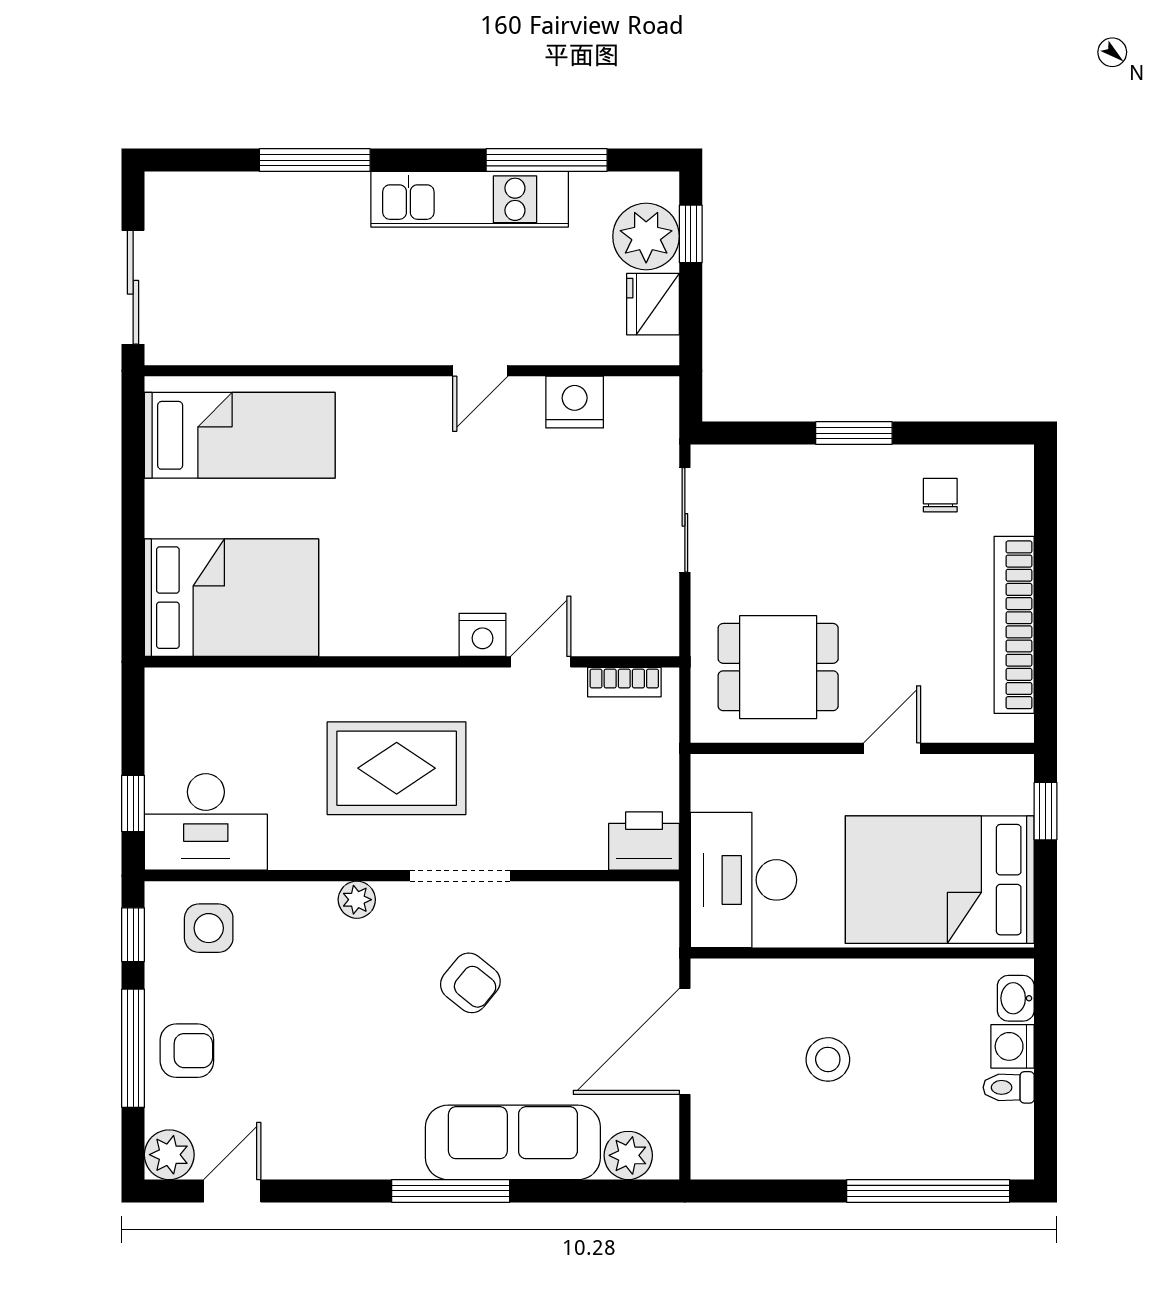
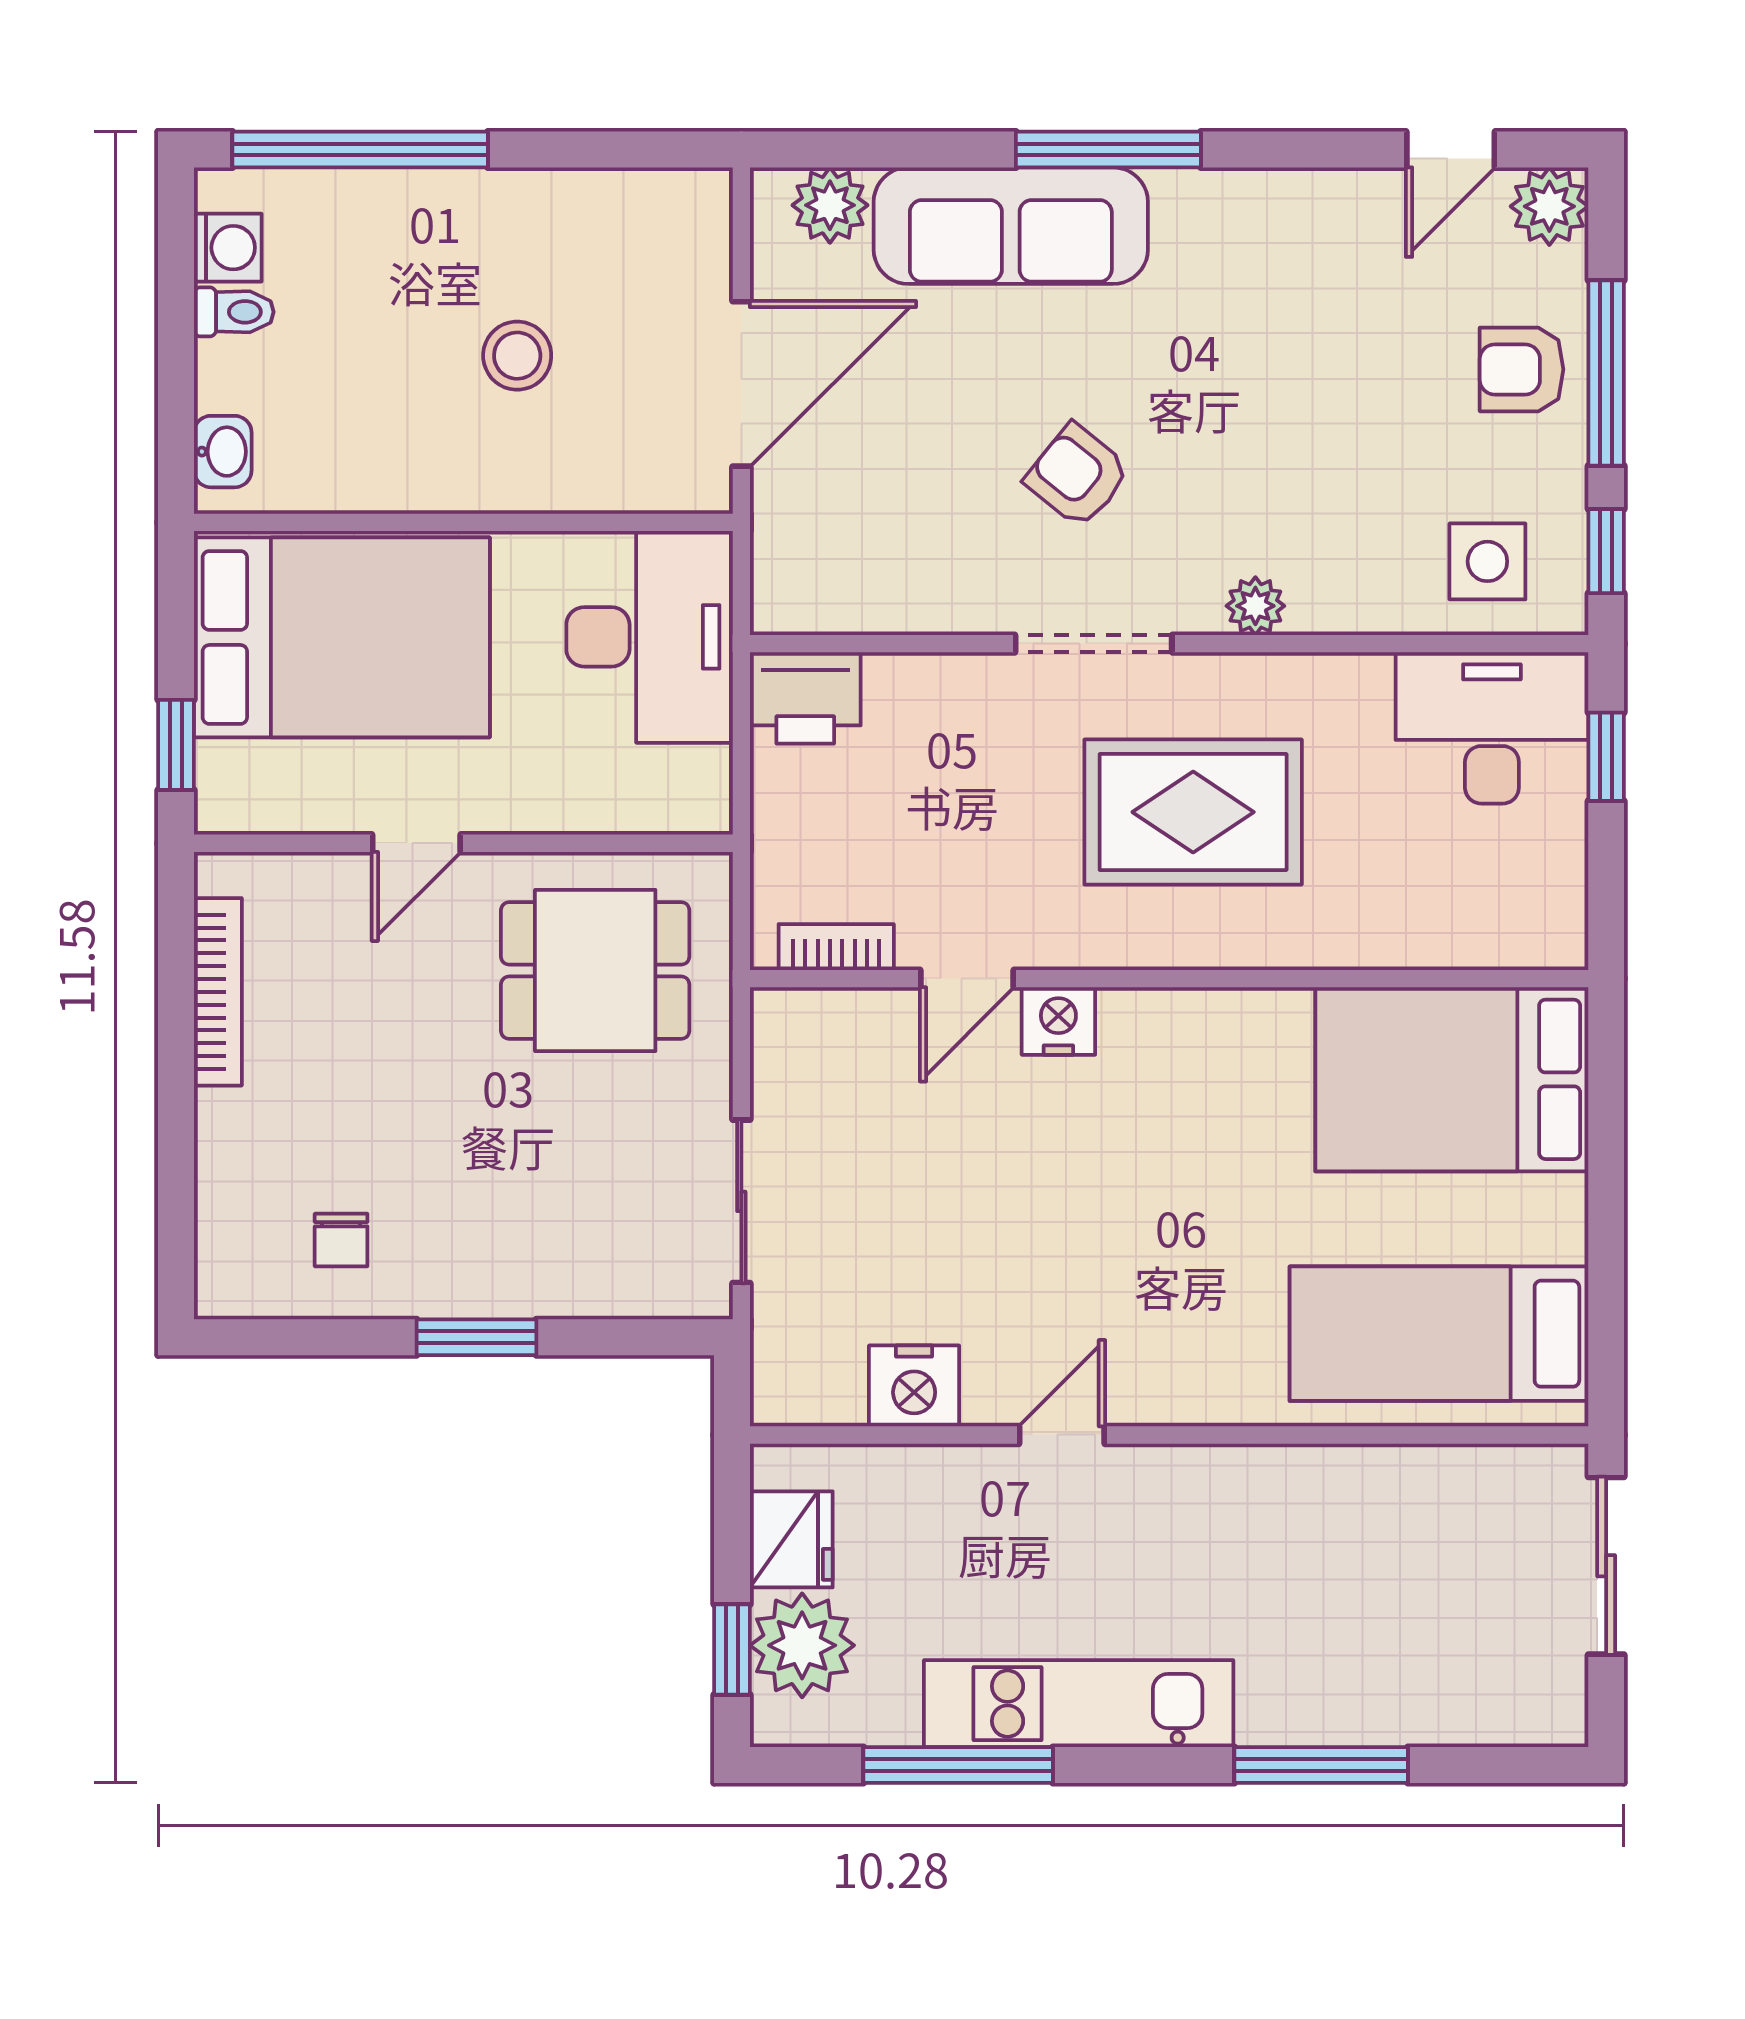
bookcase: (1014, 625) -> (218, 992), width x0.68, depth x0.76
washing machine: (1013, 1046) -> (228, 248), moved

